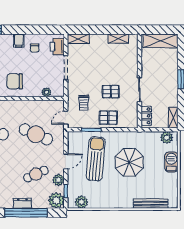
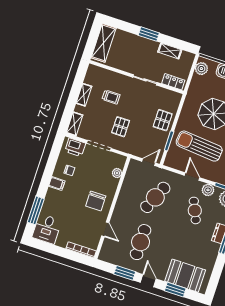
shelving: (118, 39) -> (84, 95), moved
pallet: (111, 92) -> (121, 127), moved
trolley: (84, 103) -> (111, 97), moved
door: (66, 118) -> (149, 162), swing flipped
shelving: (173, 118) -> (170, 51), moved

